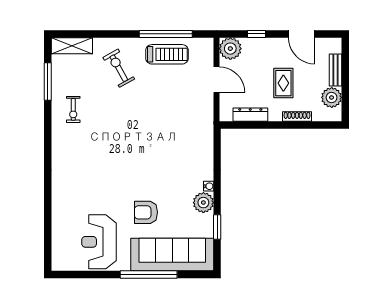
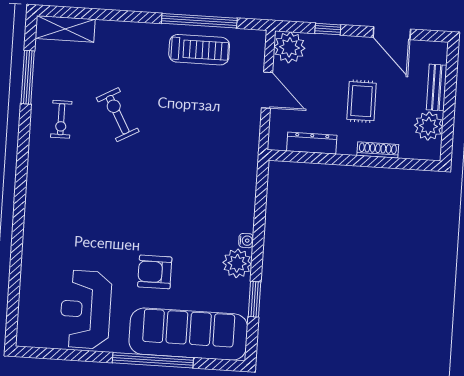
exercise bike: (119, 68) -> (118, 115), moved

